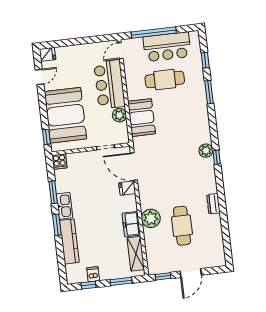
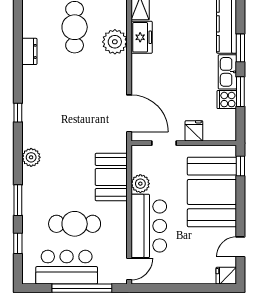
plant: (206, 151) -> (31, 157), moved
cooker: (59, 161) -> (227, 100), moved, turned -90
fridge: (127, 188) -> (194, 131), moved, turned -90

